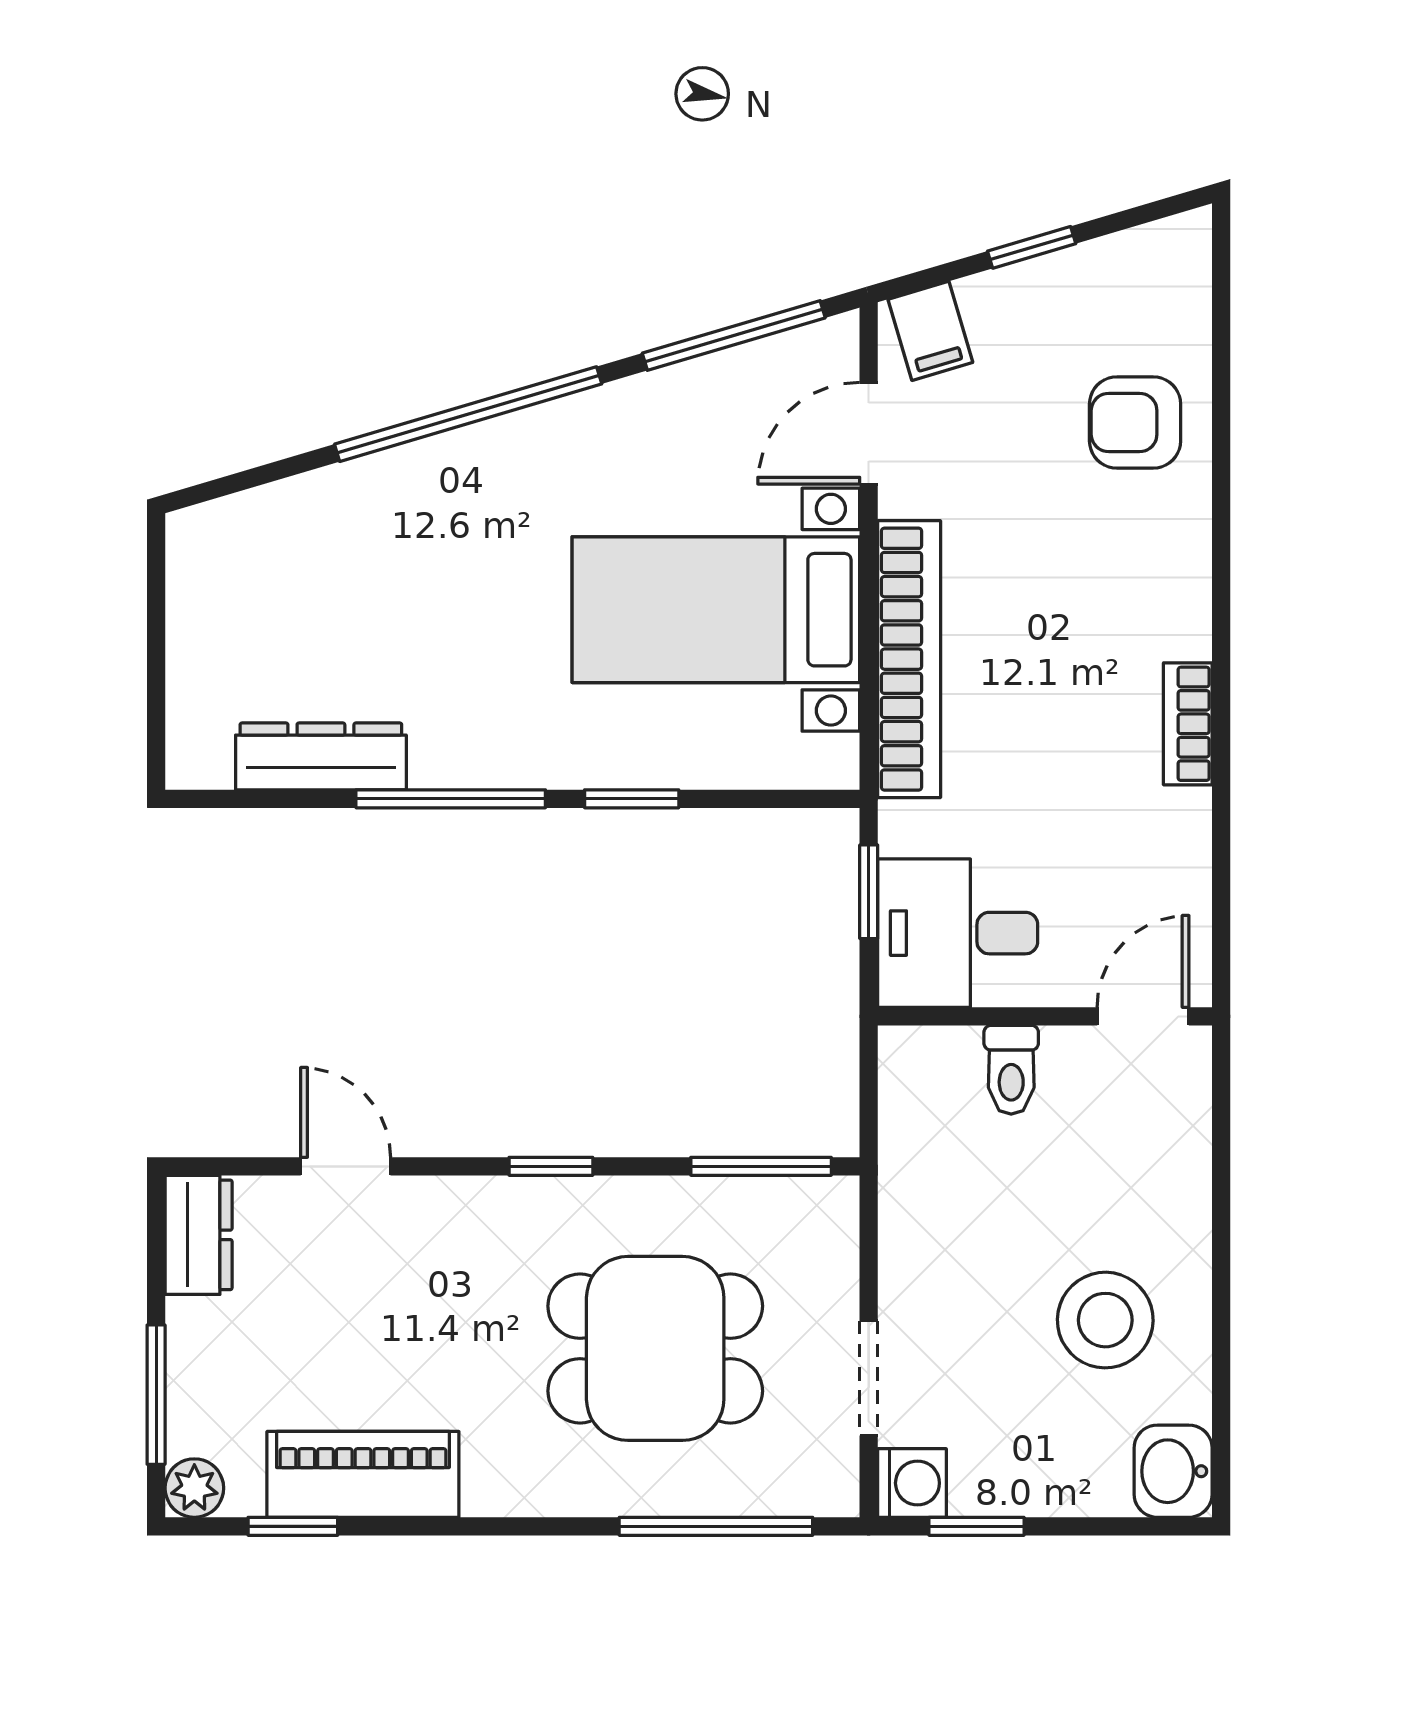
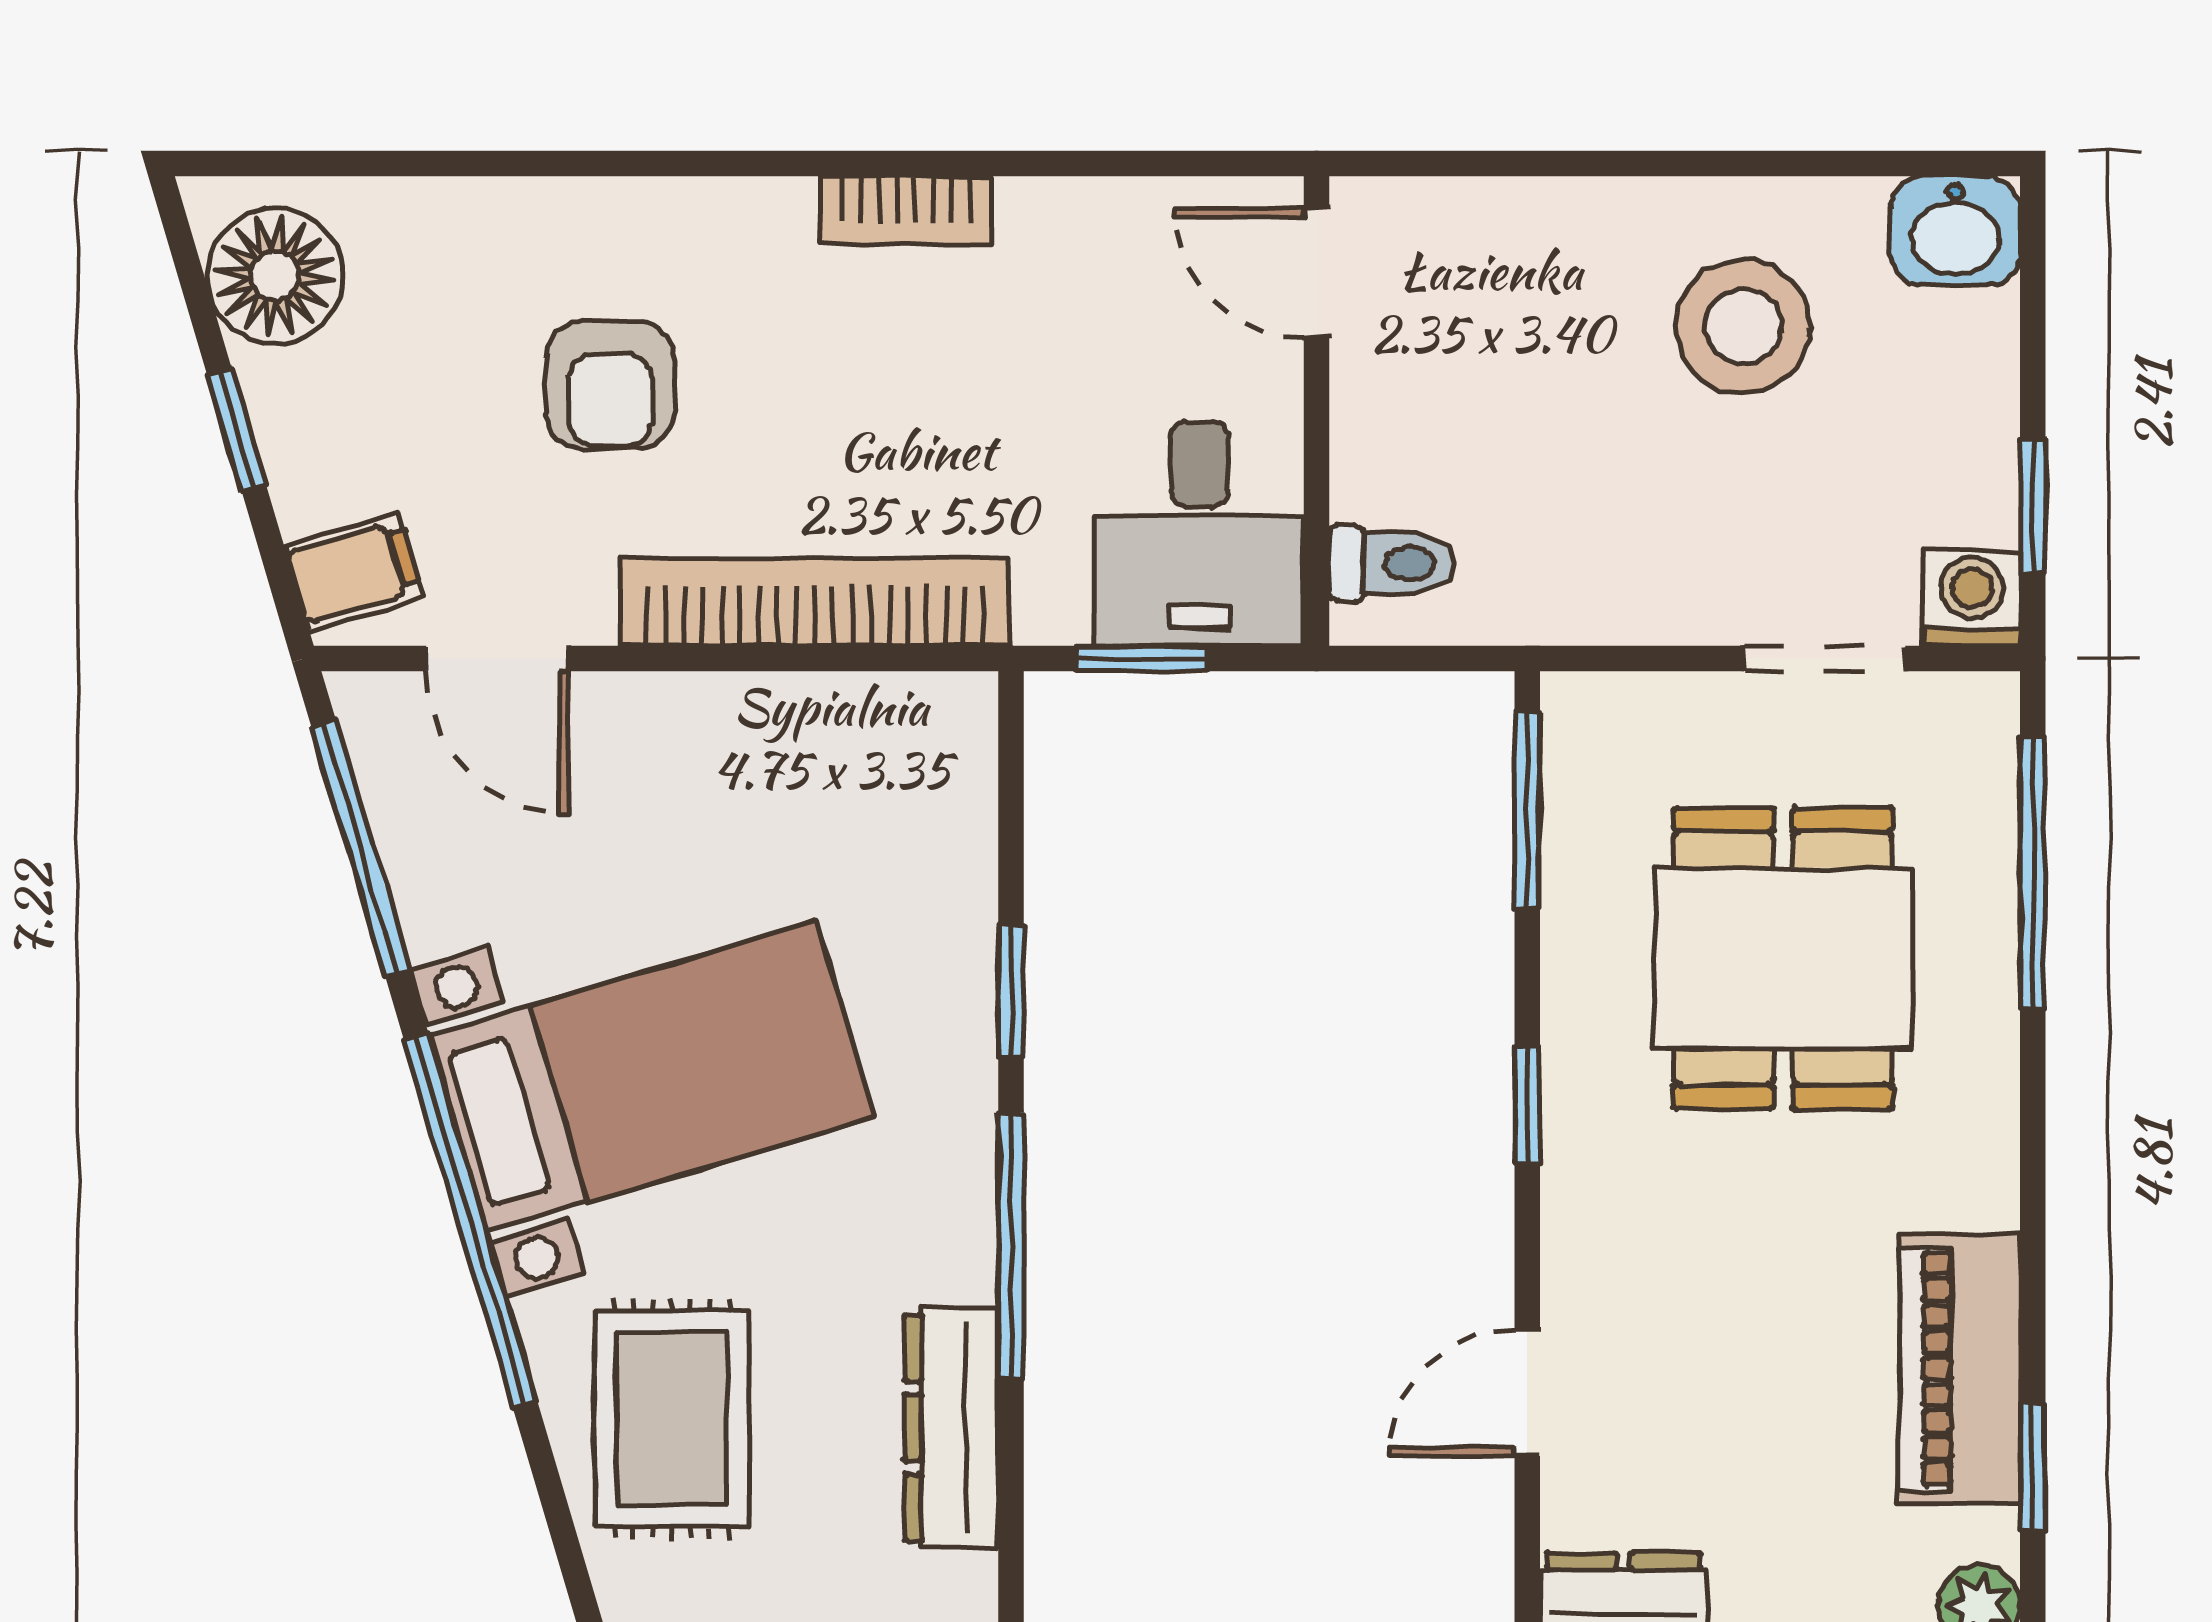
floor lamp: (1141, 275) -> (275, 276), added
armchair: (1135, 423) -> (610, 385), moved
rug: (327, 557) -> (672, 1419), added
bed with nightstands: (716, 610) -> (652, 1076), moved, turned -106
toilet: (1011, 1070) -> (1392, 563), moved

